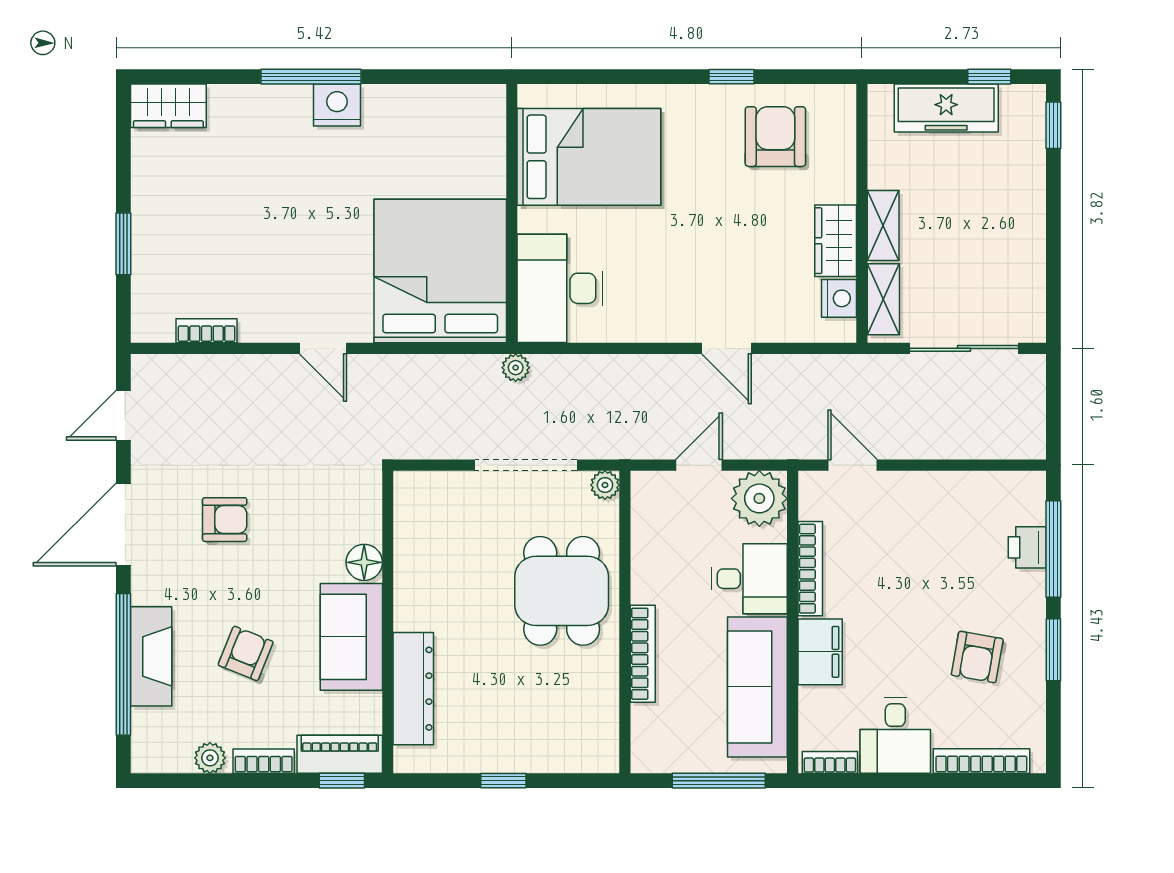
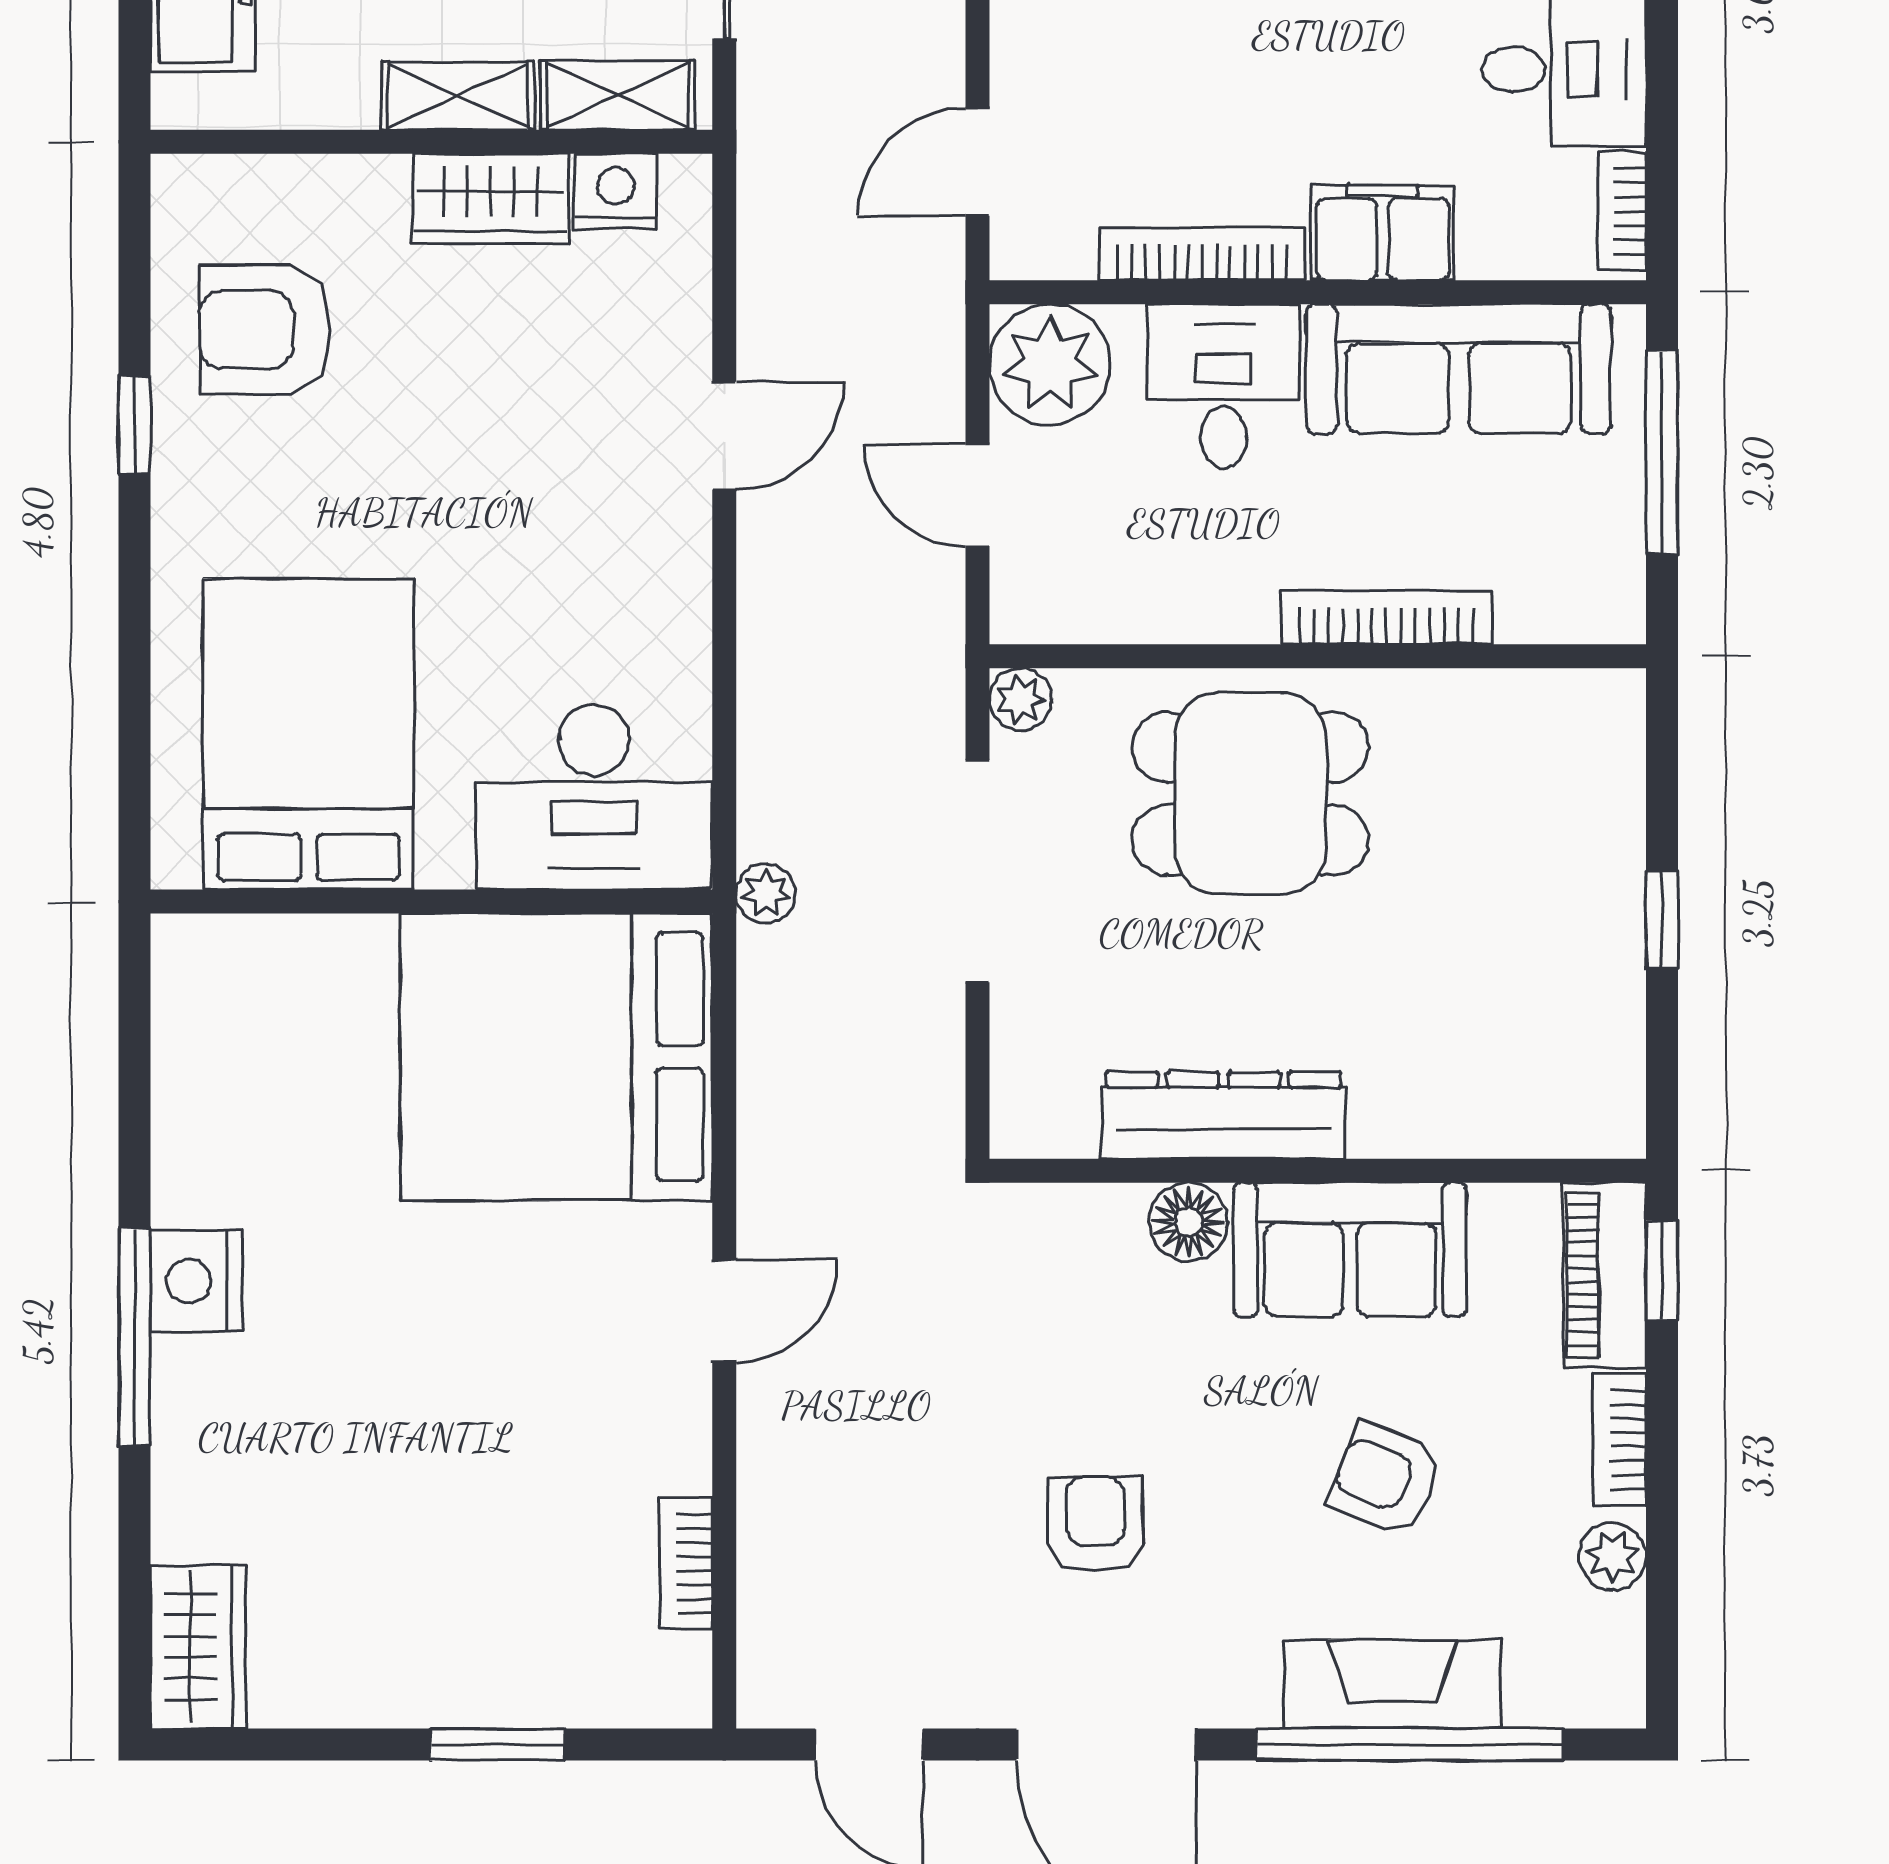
dresser: (413, 689) -> (1223, 1115), moved

